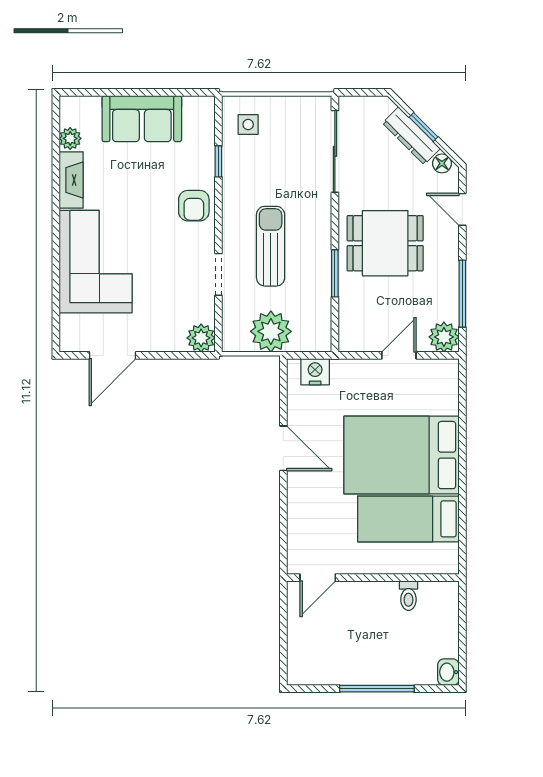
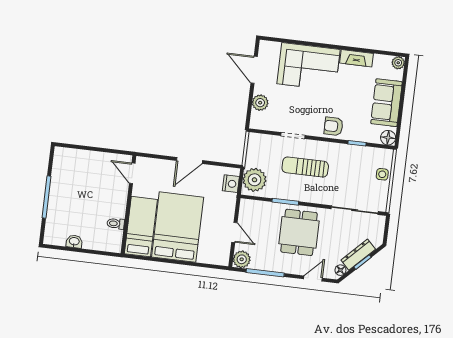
floor lamp: (202, 109) -> (388, 138), added
side table: (248, 125) -> (382, 174), moved
plant: (70, 138) -> (398, 63), moved
sun lounger: (271, 246) -> (305, 167), turned 180
plant: (271, 331) -> (255, 180), moved
plant: (201, 338) -> (260, 103), moved
door: (318, 578) -> (132, 173), moved
wall: (373, 578) -> (128, 205), moved
toilet: (408, 596) -> (116, 224), moved
washbasin: (448, 672) -> (74, 242), moved

